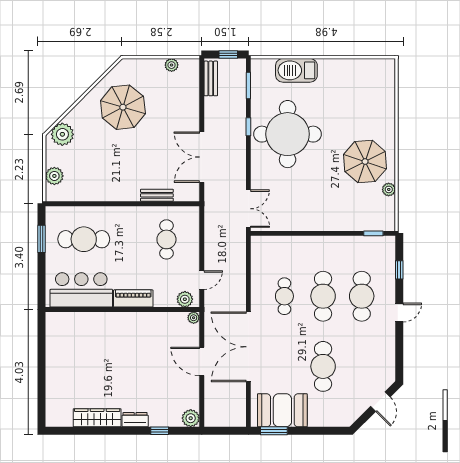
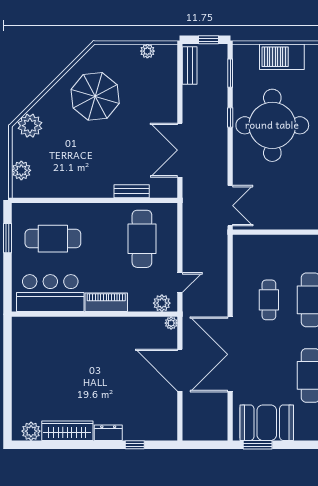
cafe table: (166, 239) -> (142, 239), width x1.37, depth x1.35
door: (202, 361) -> (180, 370), width x1.36
plant: (191, 418) -> (31, 431), moved

